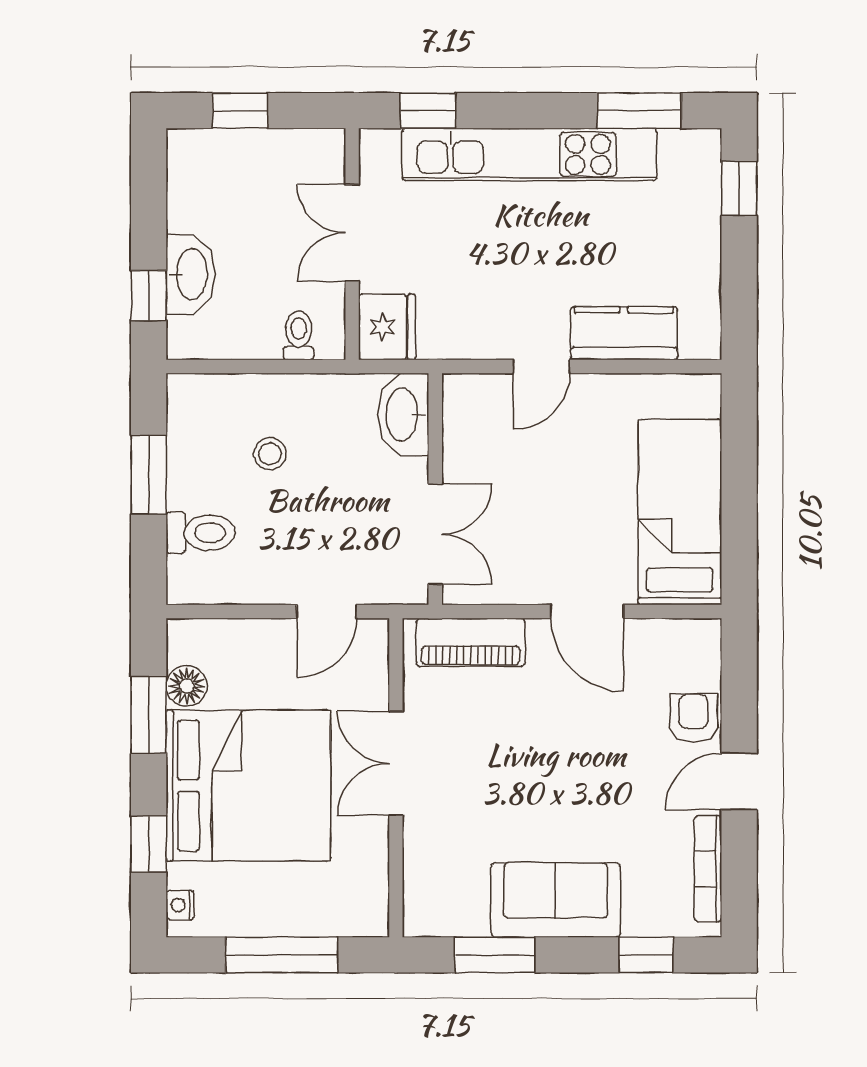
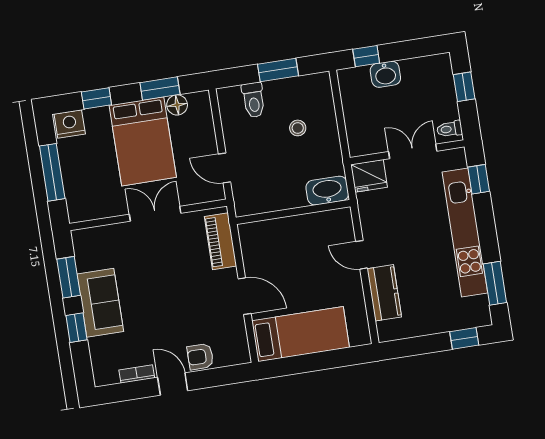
washbasin: (191, 274) -> (385, 74), width x0.72
toilet: (299, 335) -> (450, 129), moved, turned 180
double door: (435, 534) -> (271, 215), removed
door: (587, 611) -> (245, 296), swing flipped
armchair: (693, 718) -> (200, 357), turned 180
bed: (248, 786) -> (143, 141), width x0.73
bookcase: (708, 869) -> (137, 374), width x0.64
nightstand: (180, 905) -> (70, 124), width x1.89, depth x1.79
window: (646, 955) -> (76, 328), moved

